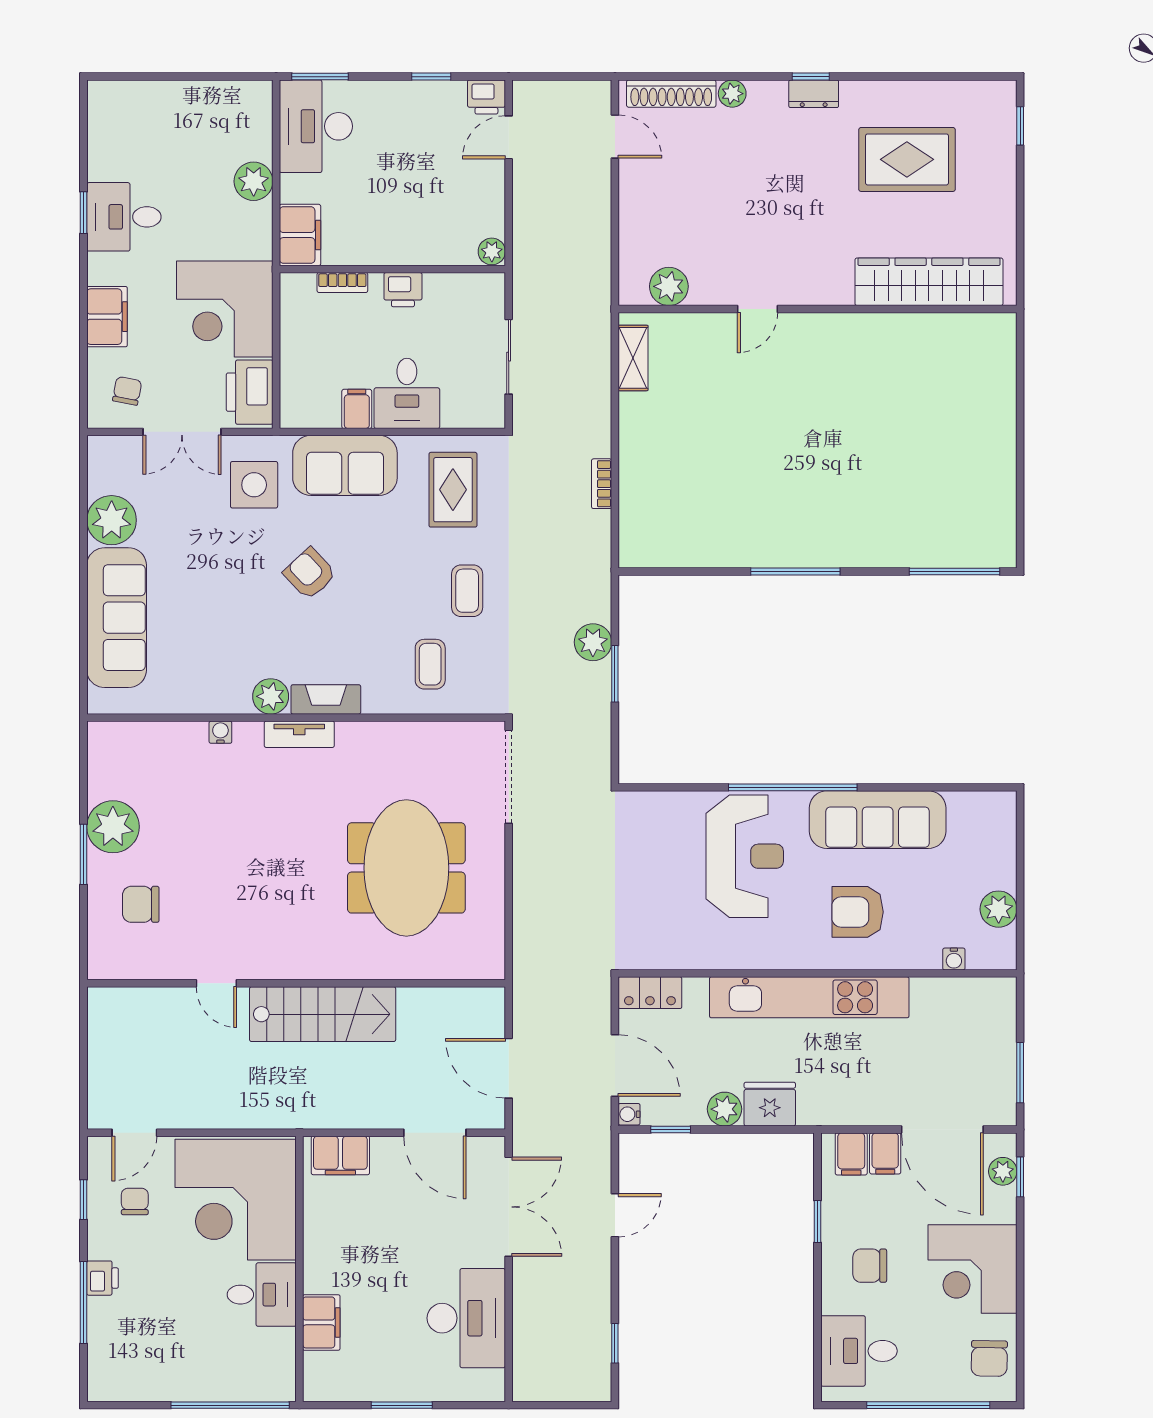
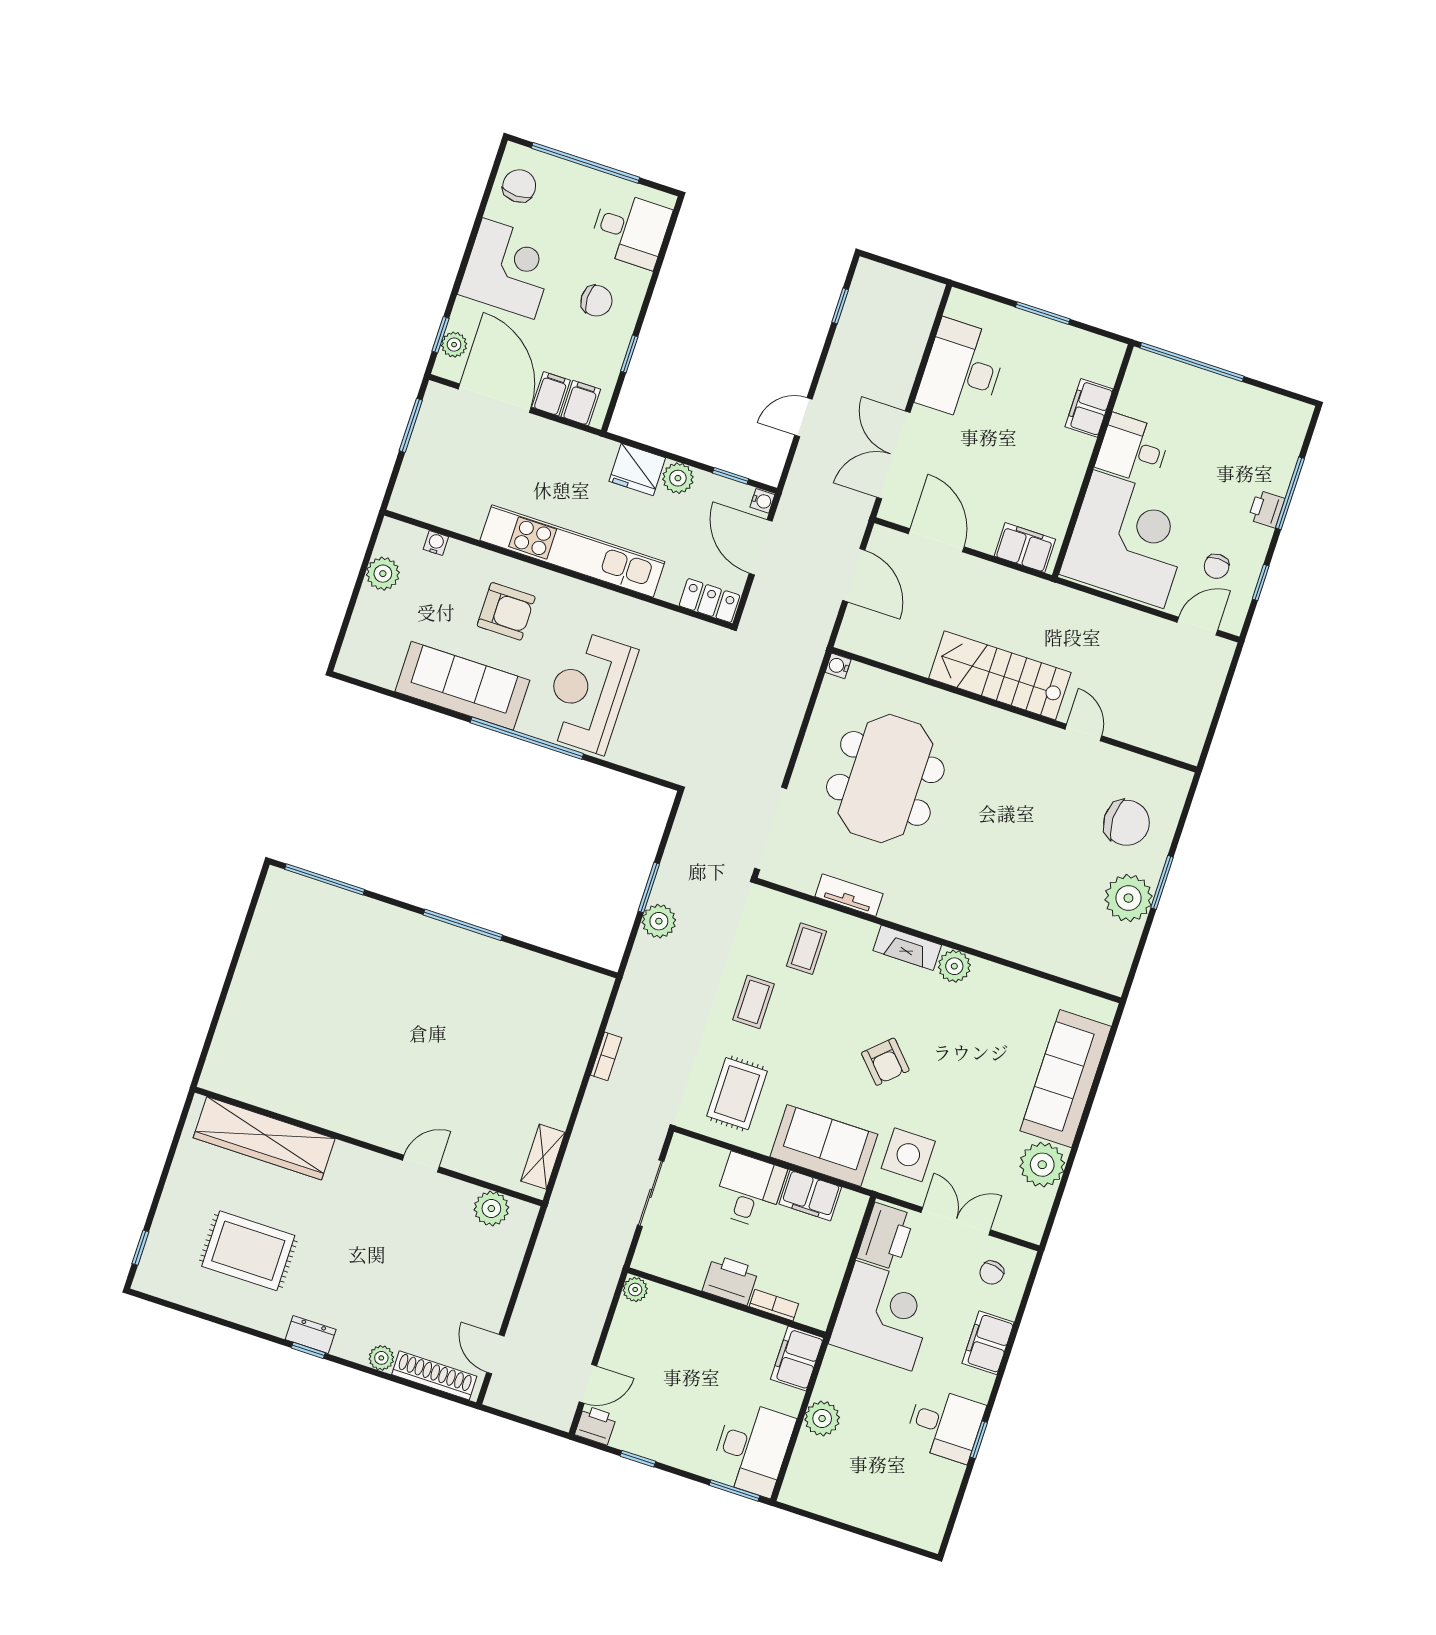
printer: (403, 290) -> (730, 1280), width x1.36, depth x1.24
filing cabinet: (357, 409) -> (810, 1196), width x2.00
water cooler: (220, 732) -> (838, 666), moved, turned 90
tv unit: (299, 734) -> (849, 895), moved
chair: (141, 904) -> (1127, 823), width x1.37, depth x1.37

